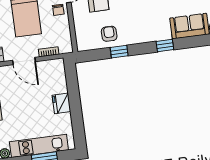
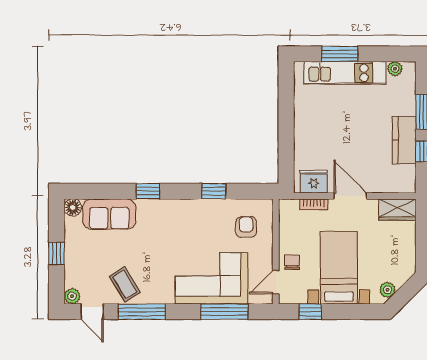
armchair: (109, 34) -> (246, 227), moved, turned 180
fridge: (61, 103) -> (314, 182), moved, turned -90

